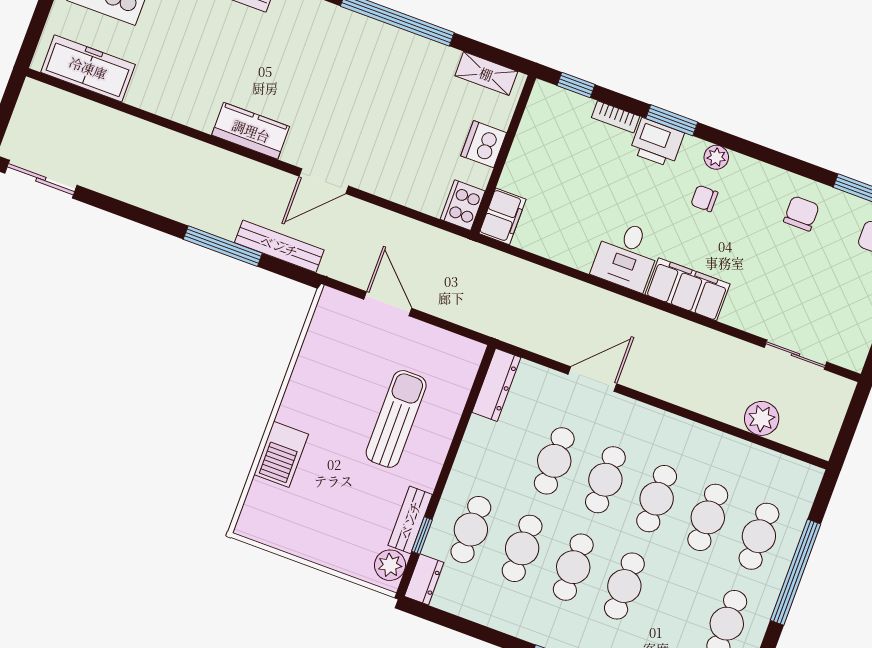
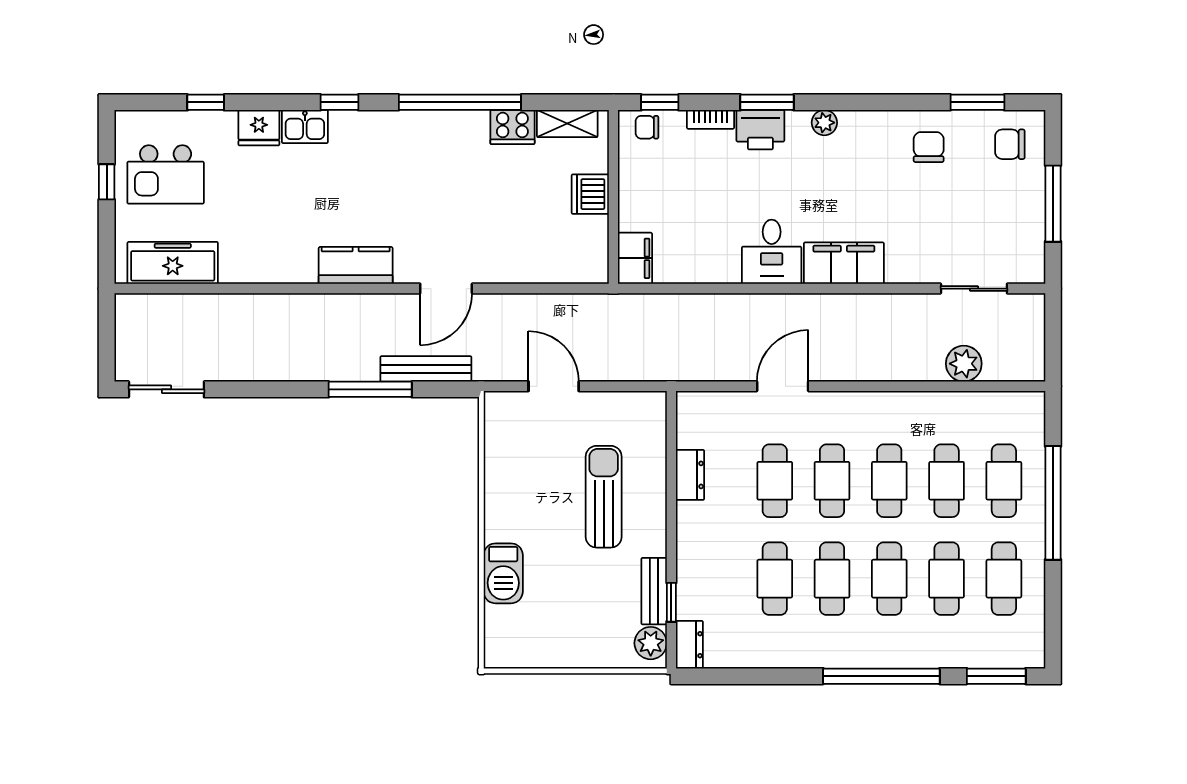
chair: (704, 198) -> (647, 127), moved
cooker: (463, 205) -> (512, 127), moved, turned -90
dresser: (496, 385) -> (690, 475), moved, width x0.70
cafe table: (471, 530) -> (947, 579), moved

